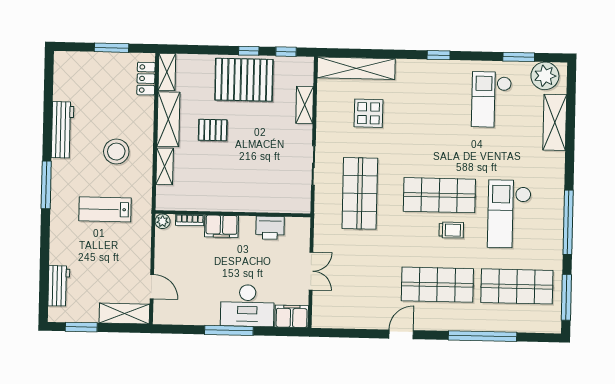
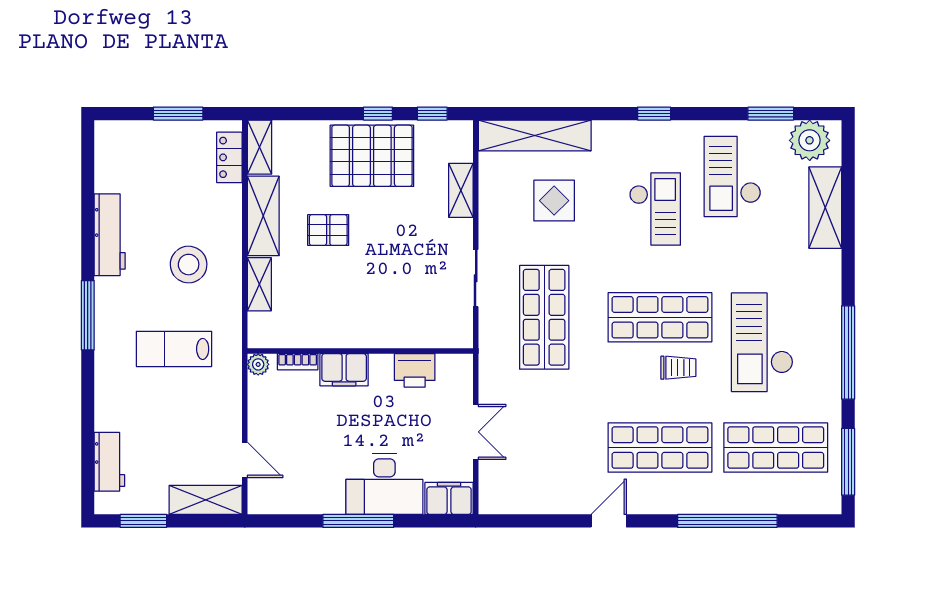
checkout: (438, 121) -> (655, 209), added

